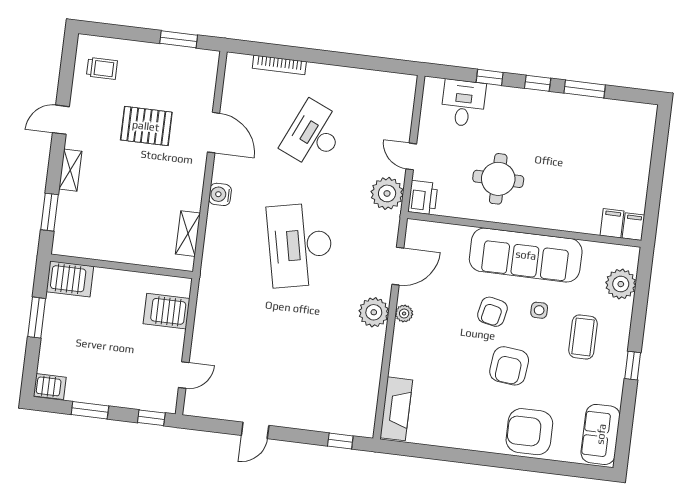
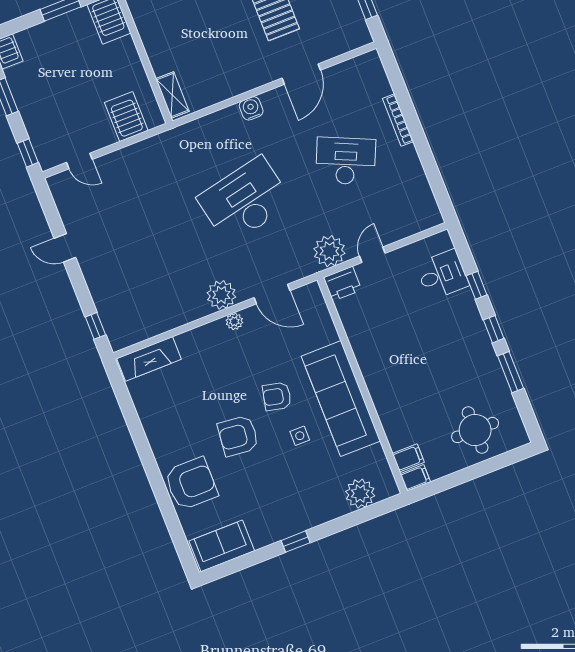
bookcase: (279, 65) -> (398, 120), moved
round table: (498, 179) -> (475, 430), moved
shelving: (188, 234) -> (172, 95), moved, turned 90
coffee table: (583, 337) -> (297, 486), removed
armchair: (529, 432) -> (191, 484), turned 90

